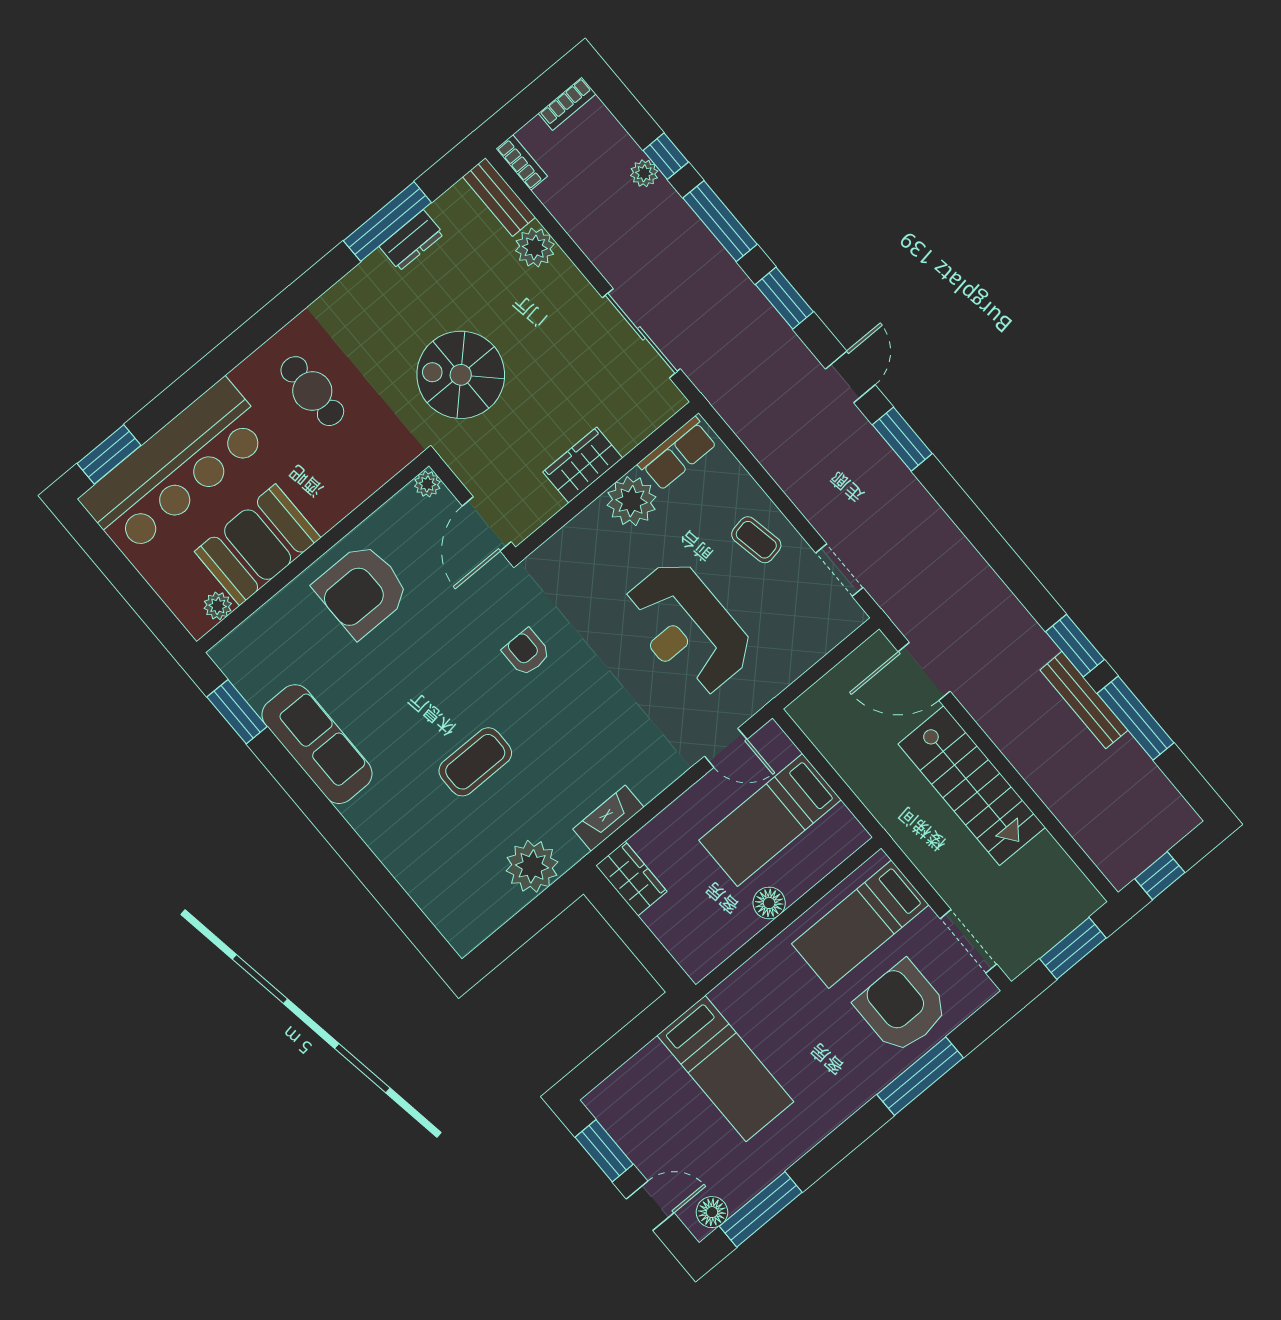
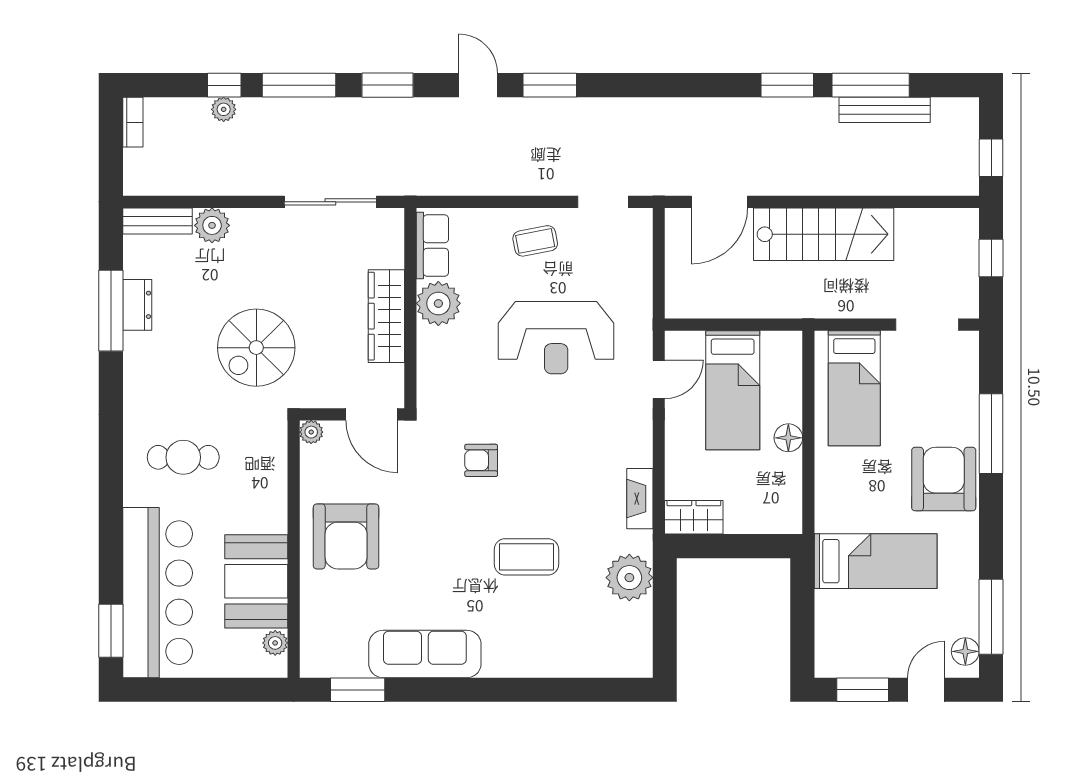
bookcase: (522, 163) -> (147, 186), removed
wardrobe: (583, 465) -> (386, 316), width x1.50
bench: (1084, 700) -> (885, 110), moved
coffee table: (475, 762) -> (526, 557), turned 90
window: (1073, 948) -> (991, 258), width x0.67
armchair: (902, 1007) -> (944, 479), moved, turned 90

